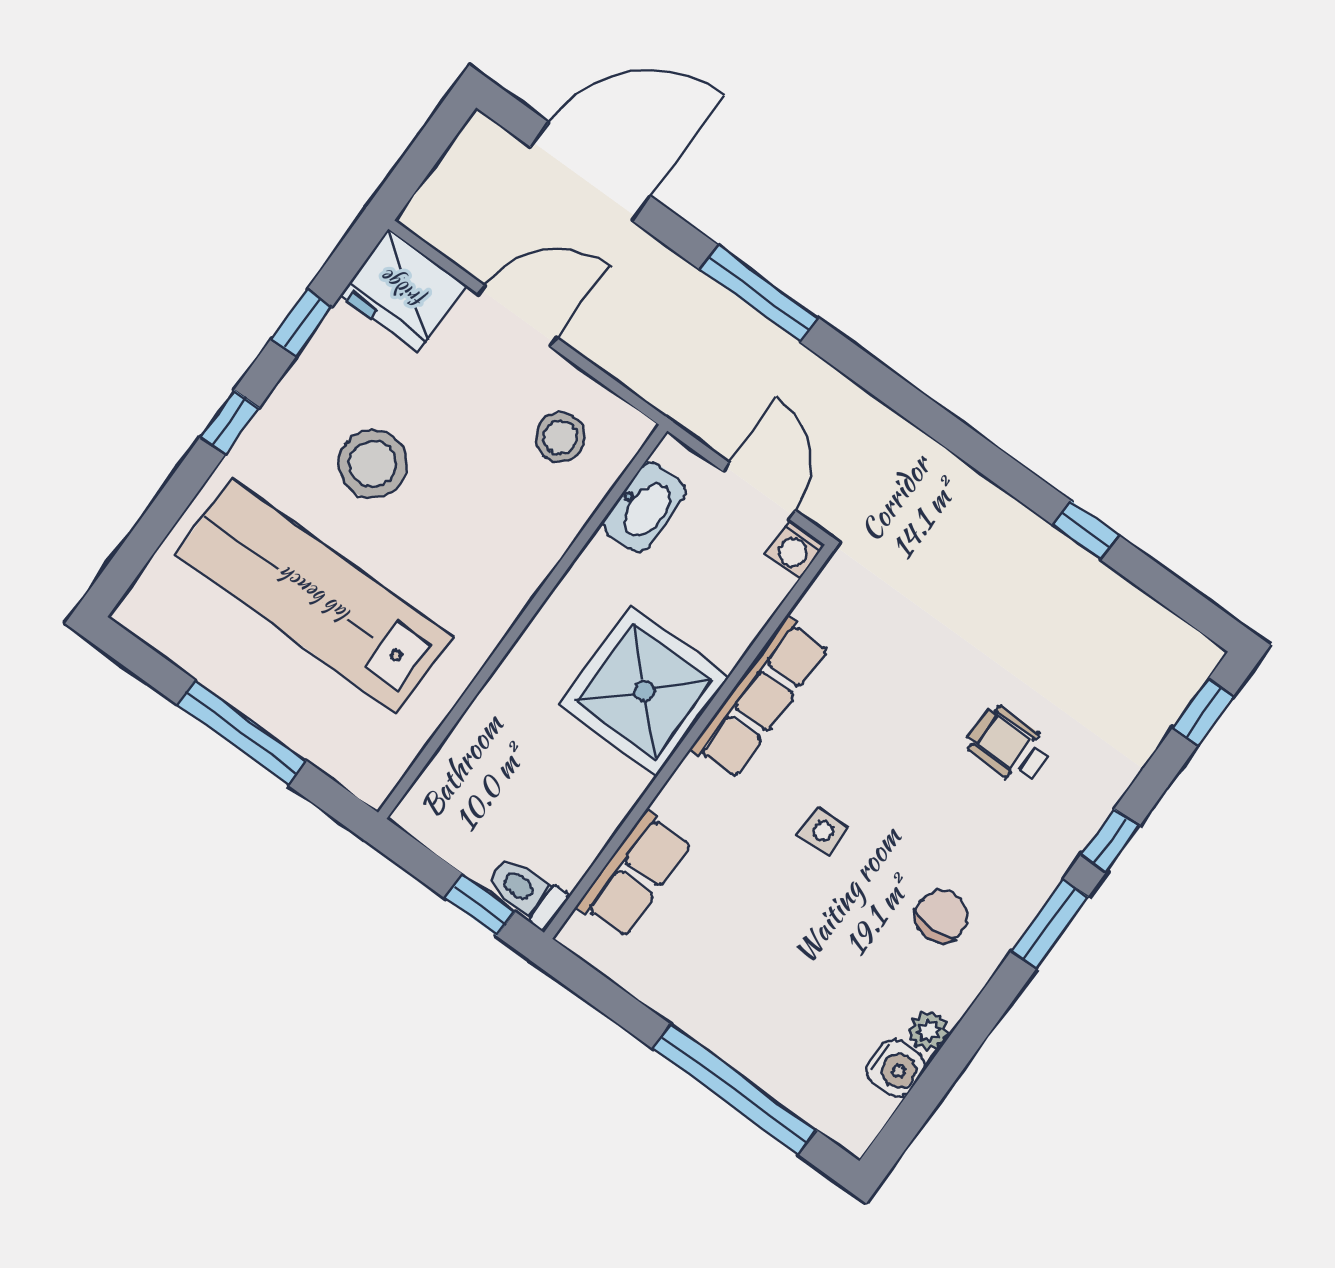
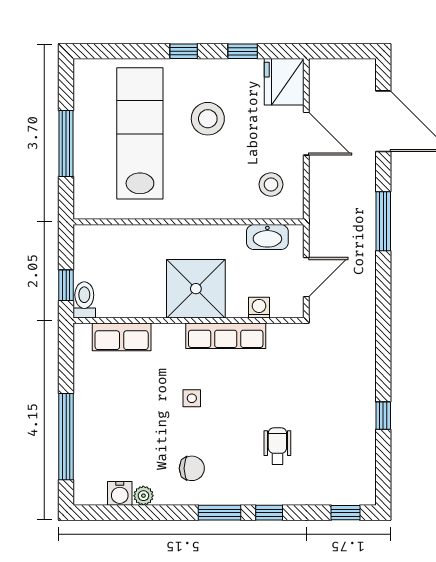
washing machine: (795, 550) -> (259, 308), moved, turned 90

